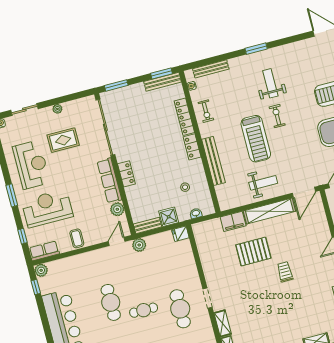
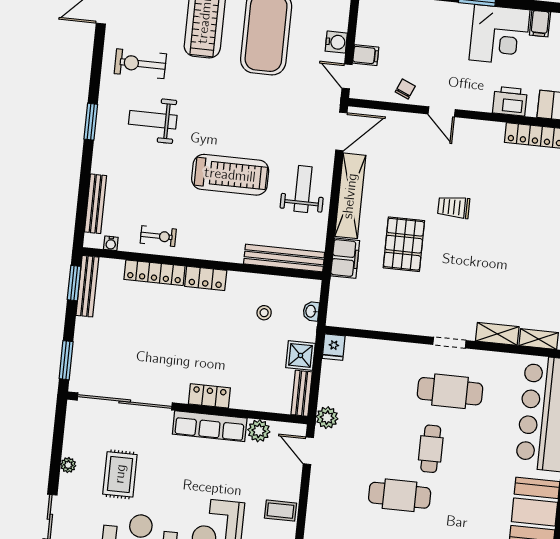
exercise bike: (277, 116) -> (140, 64), moved, width x1.38, depth x1.39
bench: (213, 161) -> (284, 258), moved
door: (304, 192) -> (341, 131), hinge flipped

